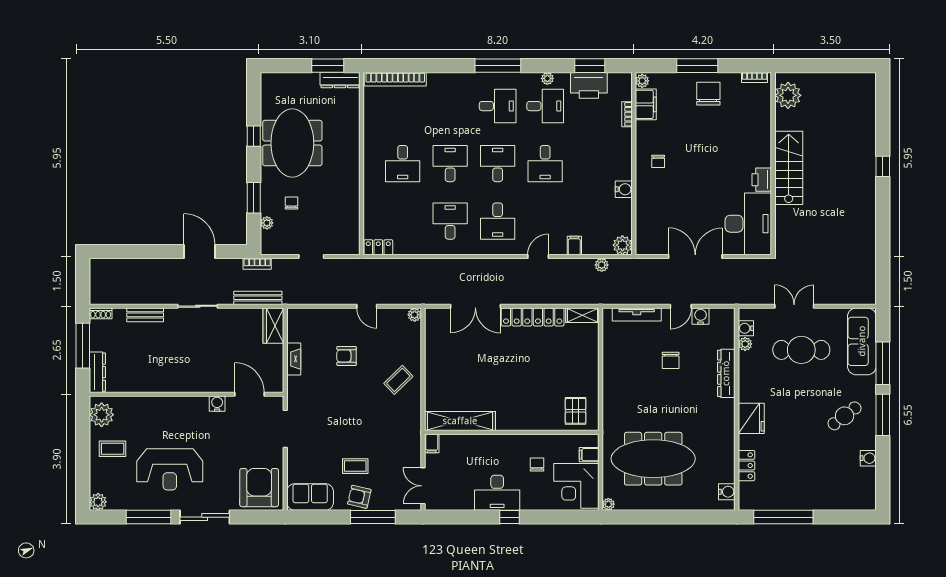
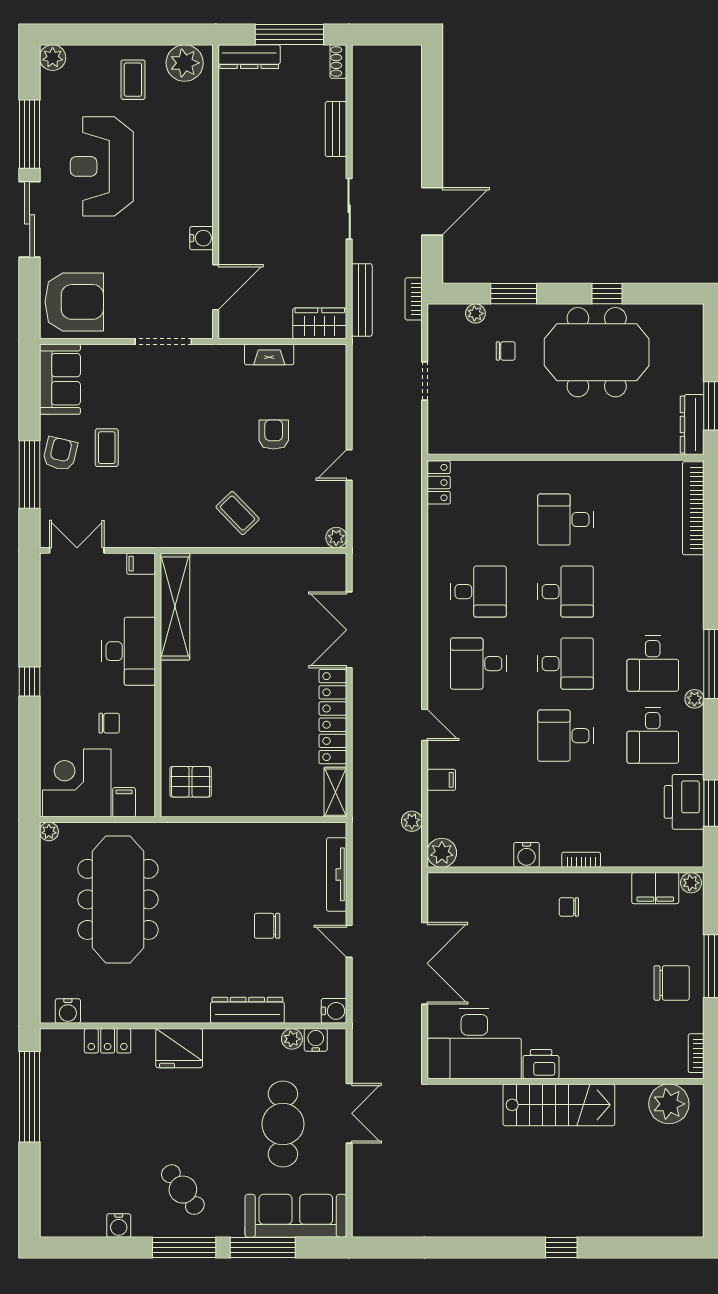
plant: (547, 78) -> (694, 699), moved
bookcase: (627, 114) -> (581, 860), moved
water cooler: (701, 316) -> (334, 1011), moved
desk: (497, 493) -> (129, 651), moved, turned 180

